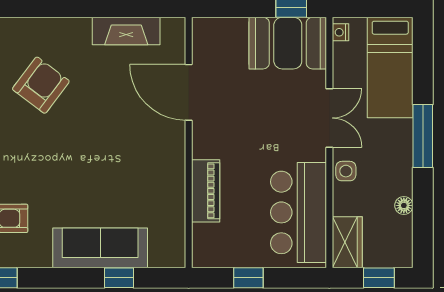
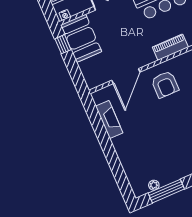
armchair: (41, 85) -> (165, 84), moved, turned -127

